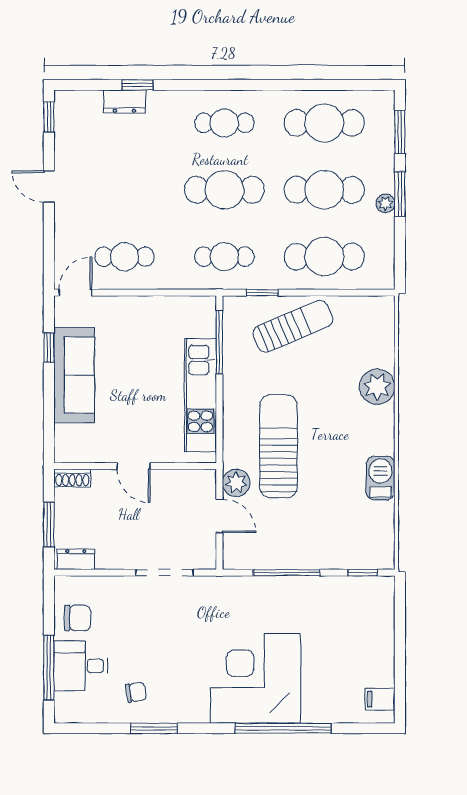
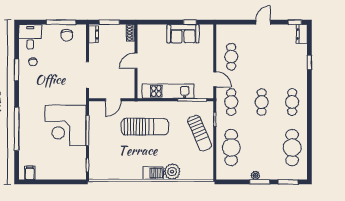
dresser: (124, 102) -> (302, 34), moved
cafe table: (224, 190) -> (262, 102), width x0.73, depth x0.74
cafe table: (324, 190) -> (262, 148), removed
door: (75, 293) -> (215, 79), moved
sofa: (74, 375) -> (183, 34), width x0.73
barbecue: (380, 478) -> (153, 173), moved
plant: (236, 483) -> (128, 107), removed
desk: (81, 666) -> (30, 37), moved
window: (49, 668) -> (61, 22), moved
corner desk: (256, 678) -> (66, 125), moved, turned 180

